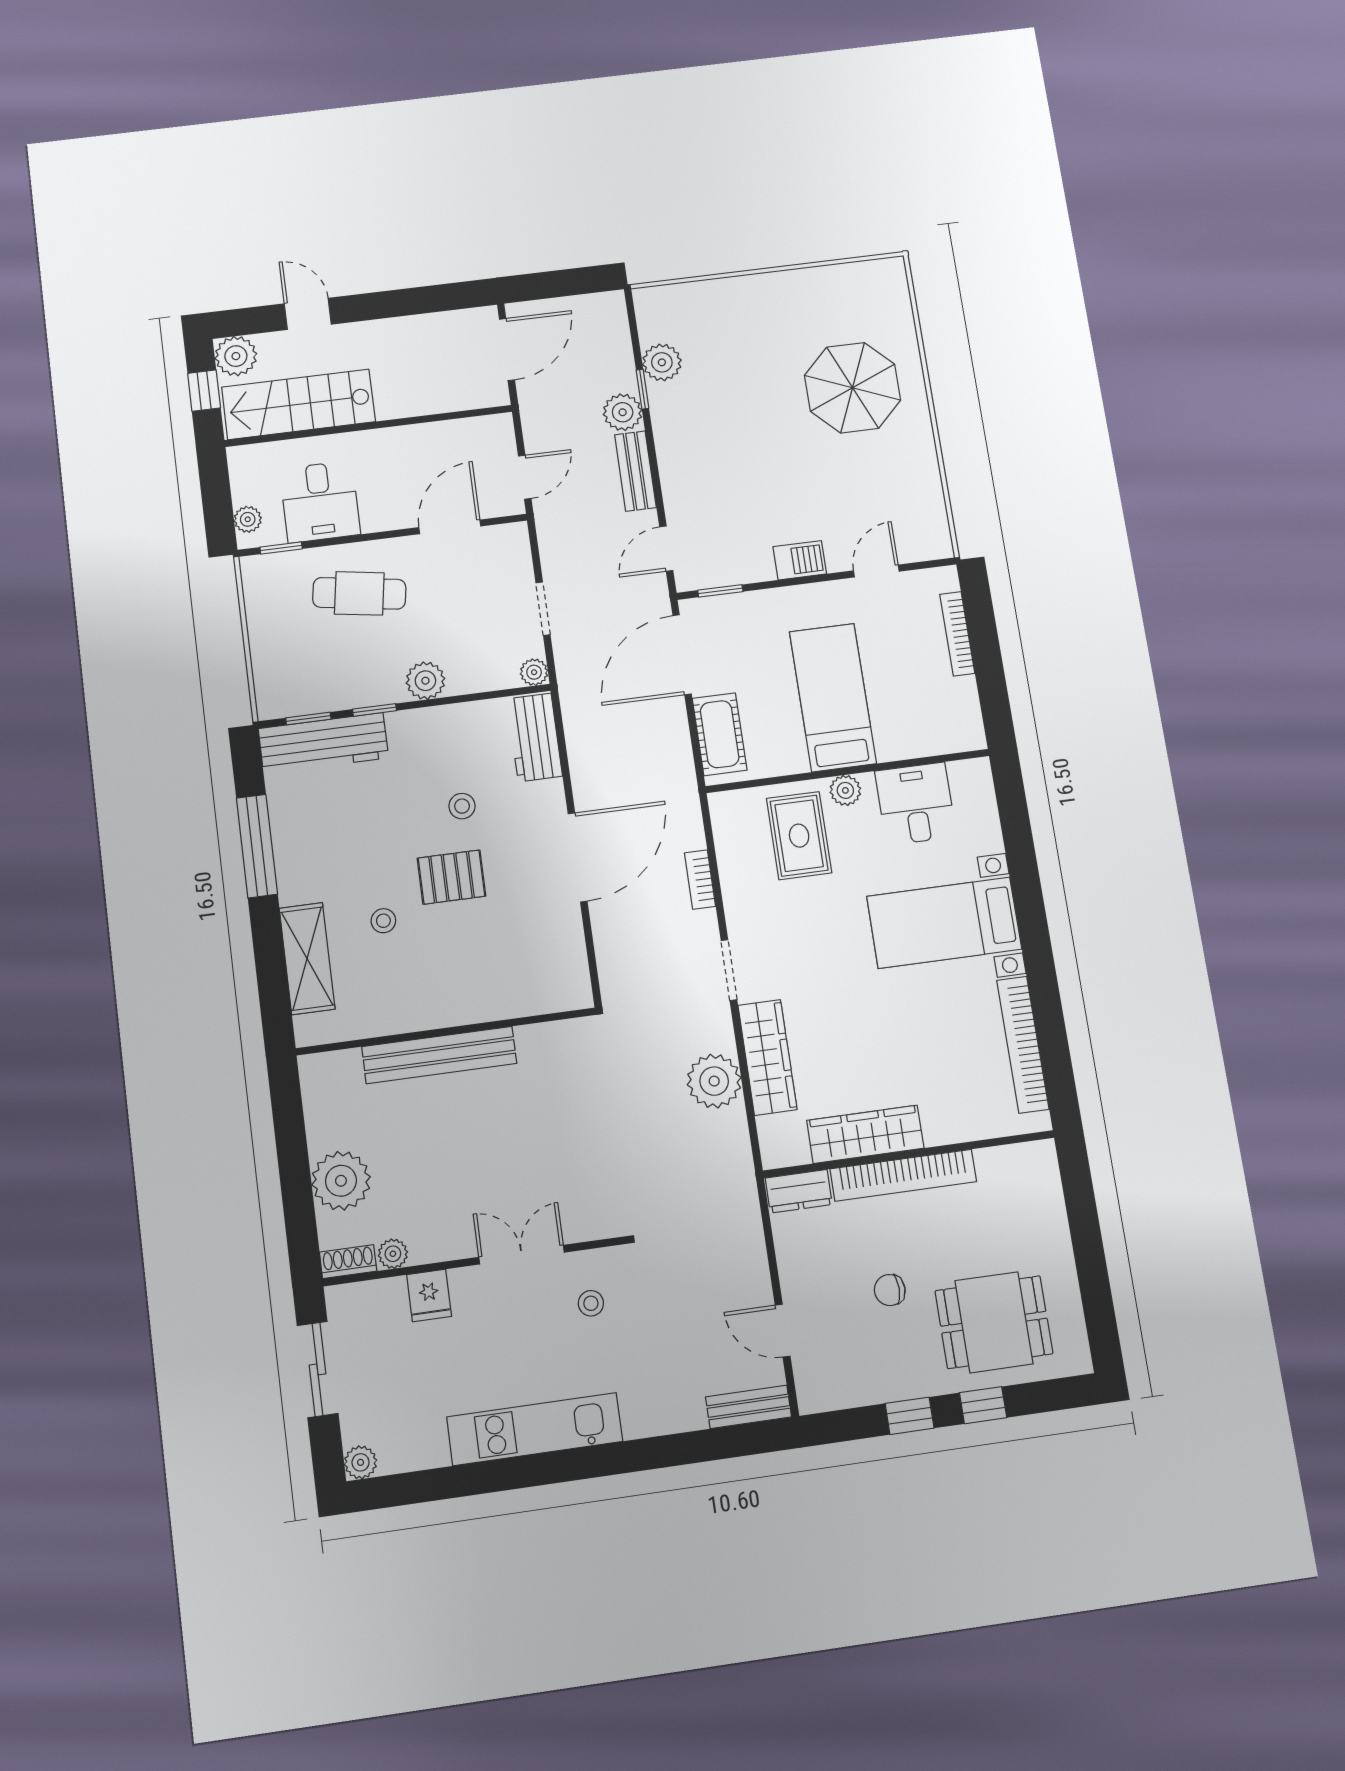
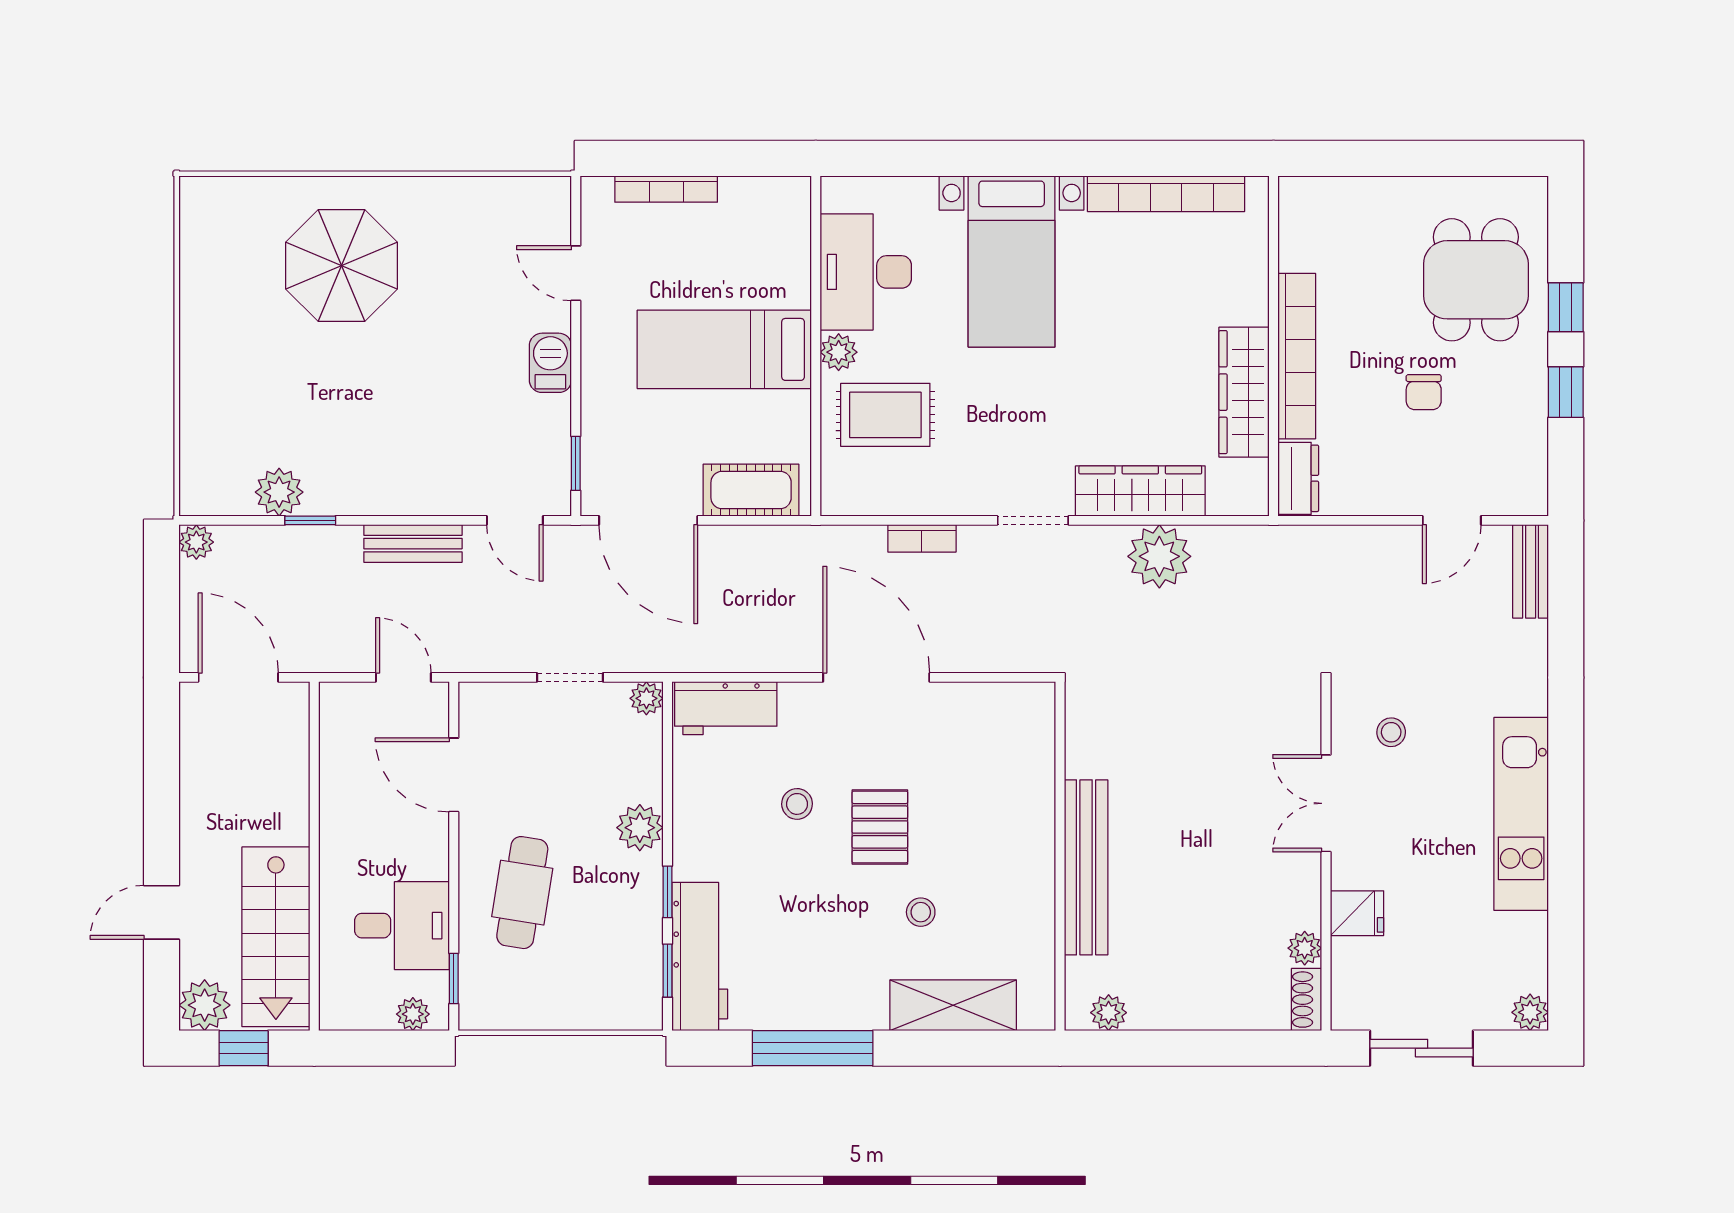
plant: (623, 412) -> (196, 542), moved, width x0.73, depth x0.73
desk: (916, 804) -> (866, 272), width x1.37
plant: (341, 1181) -> (1109, 1013), moved, width x0.53, depth x0.53

